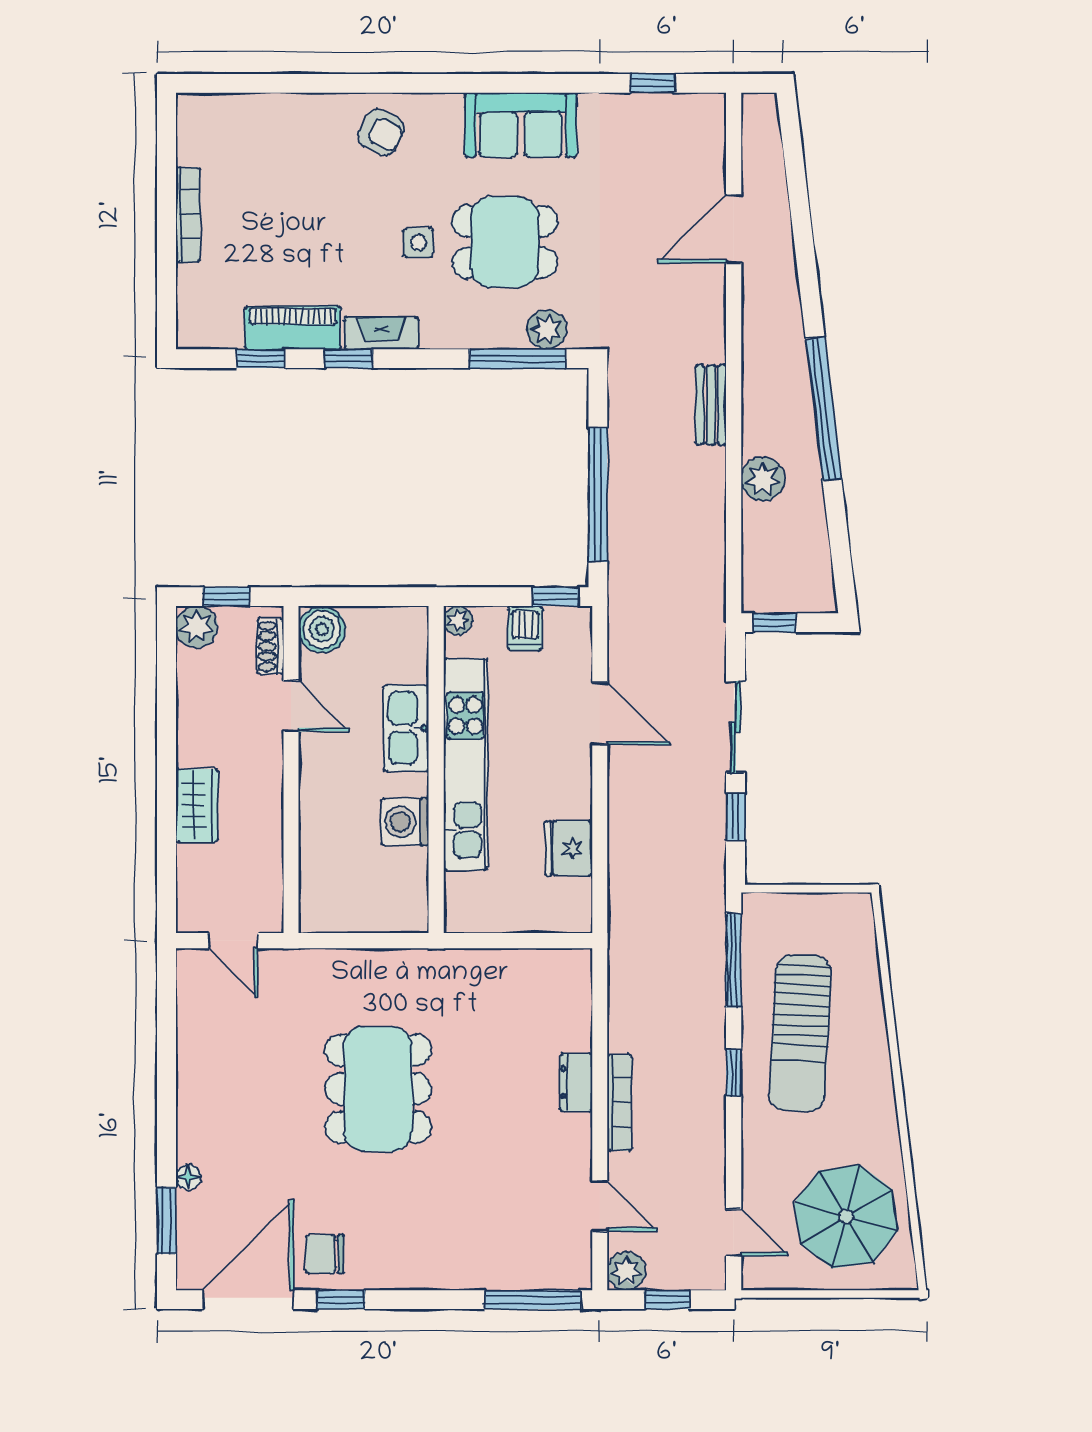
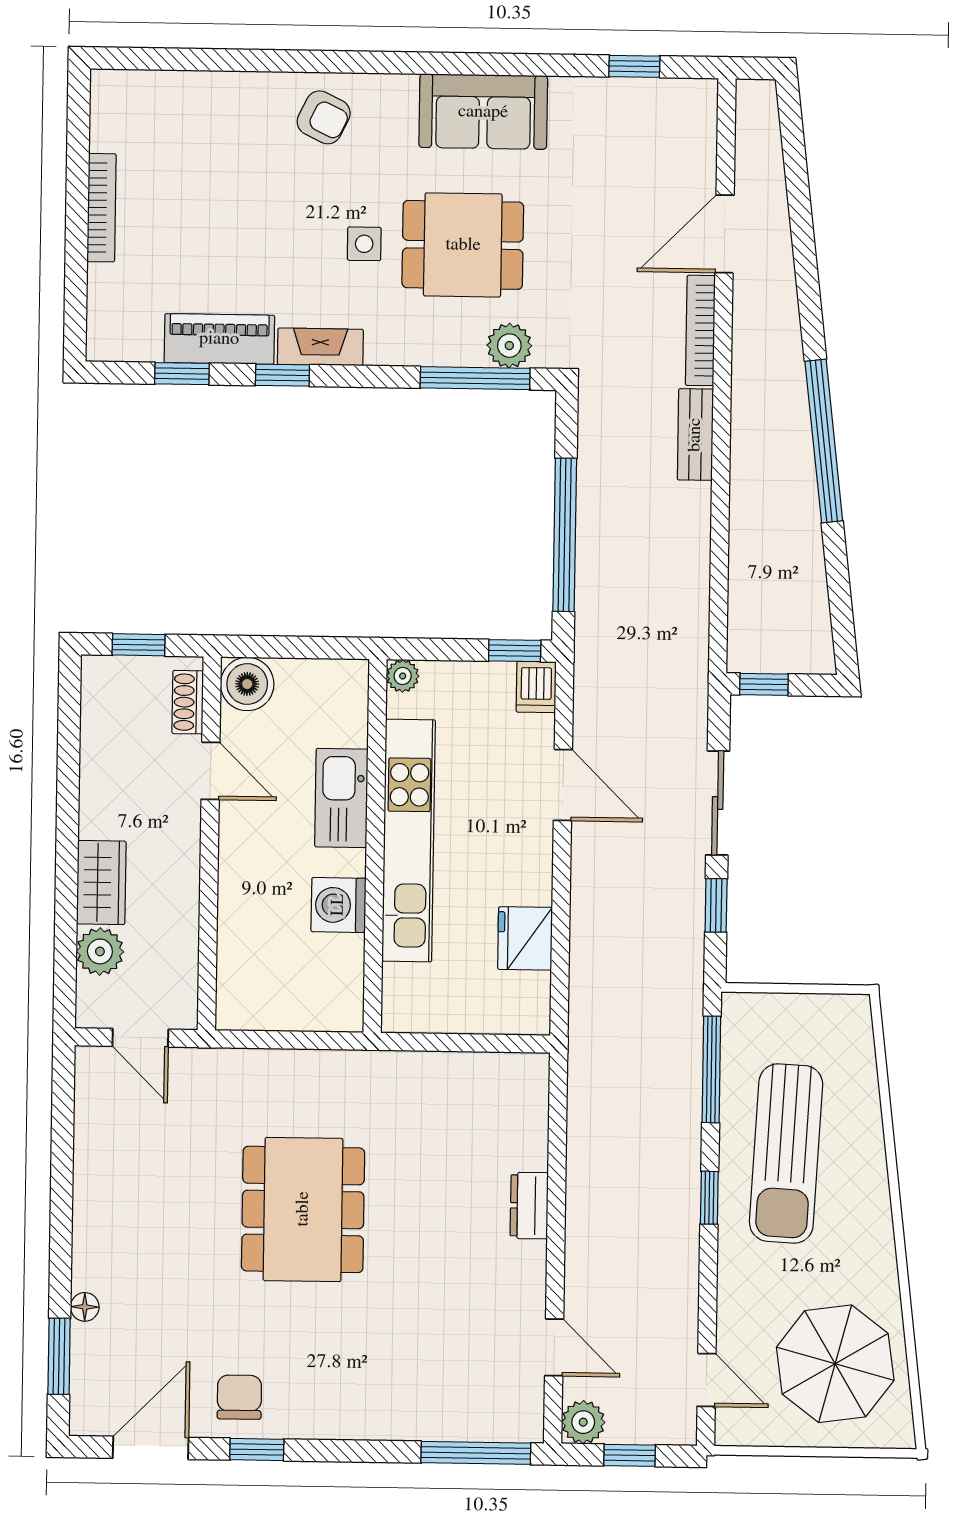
plant: (763, 479) -> (753, 520), removed
plant: (197, 627) -> (100, 951), moved
dishwasher: (525, 628) -> (536, 687), moved
bookcase: (620, 1103) -> (700, 330), moved, turned 180
chair: (325, 1254) -> (239, 1397), turned 90
door: (248, 1300) -> (151, 1448), width x0.73

